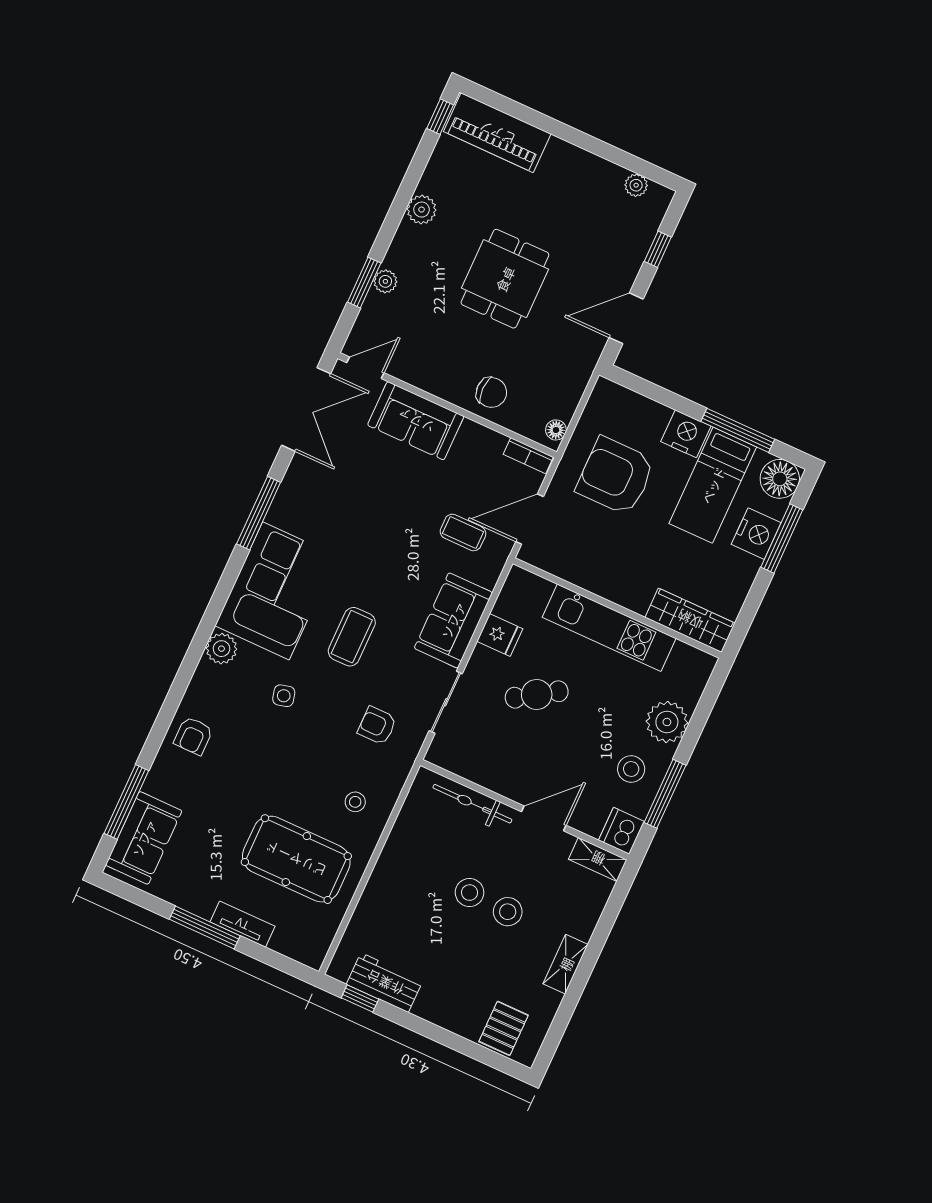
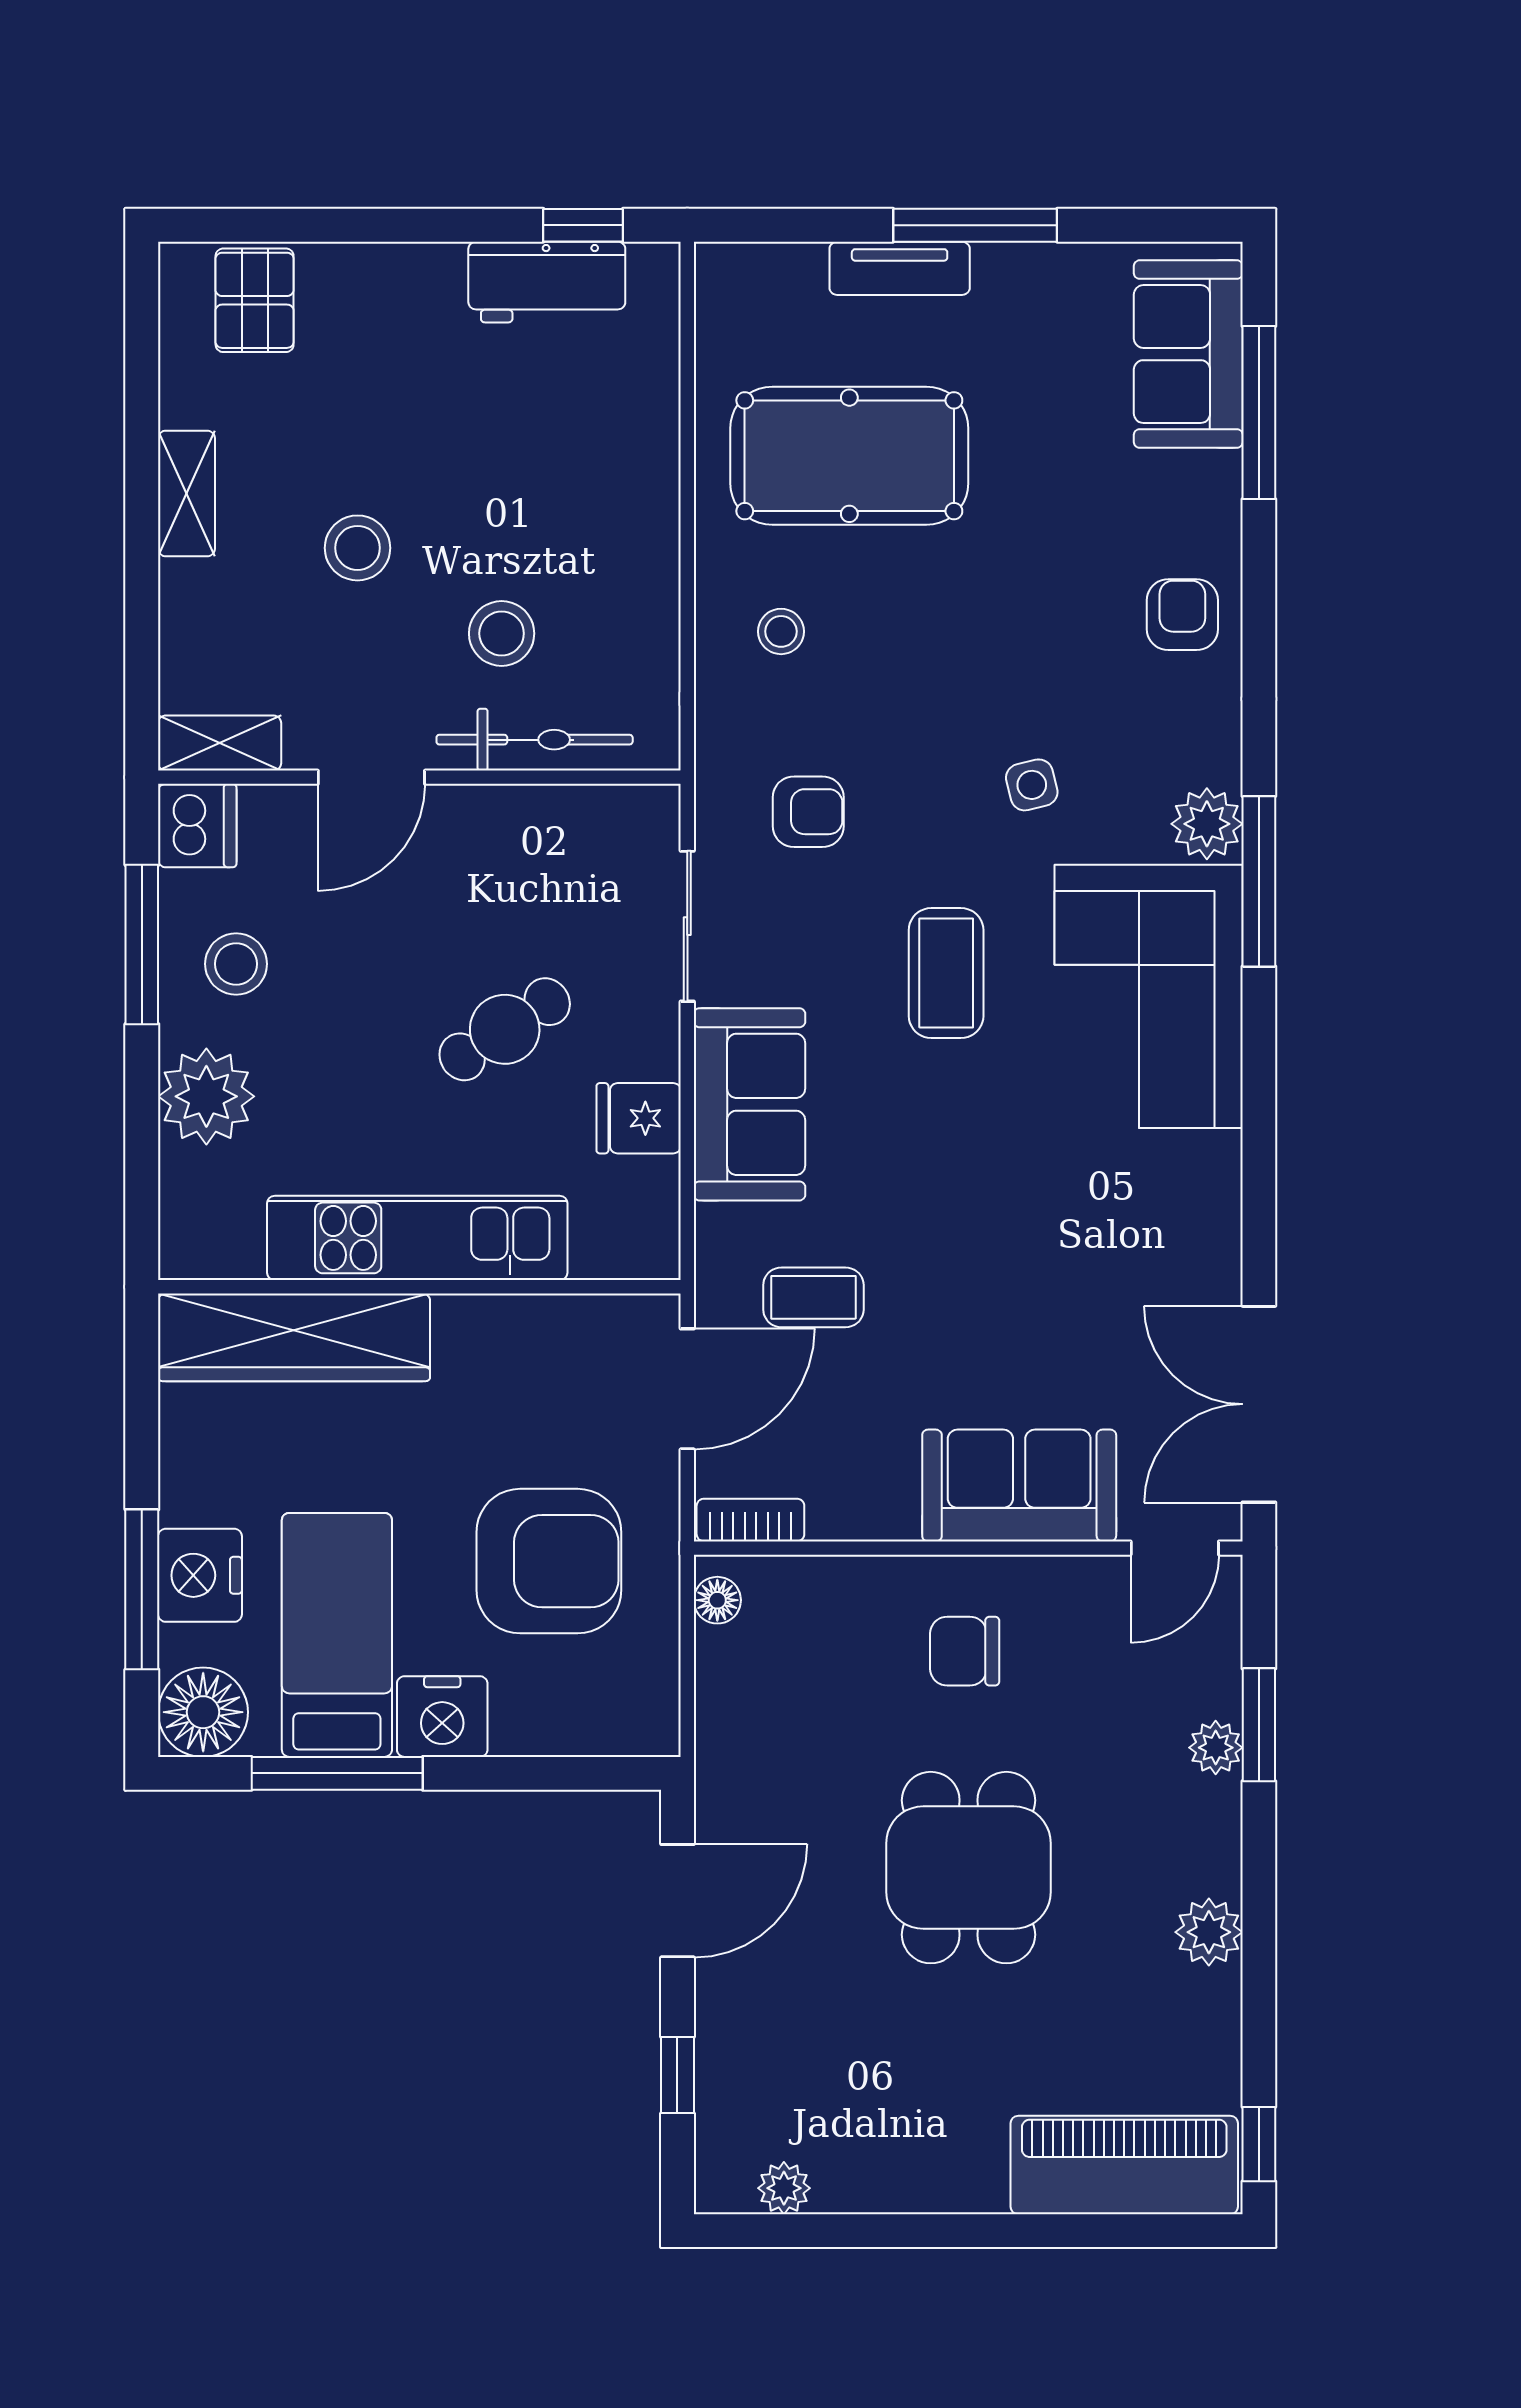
chair: (491, 392) -> (965, 1651), moved
window: (259, 513) -> (1259, 881), moved
wardrobe: (690, 620) -> (294, 1337), width x1.40, depth x1.17
stool: (470, 893) -> (502, 633), moved

